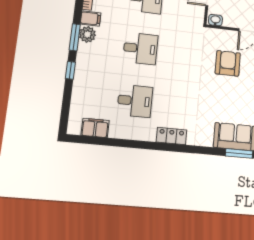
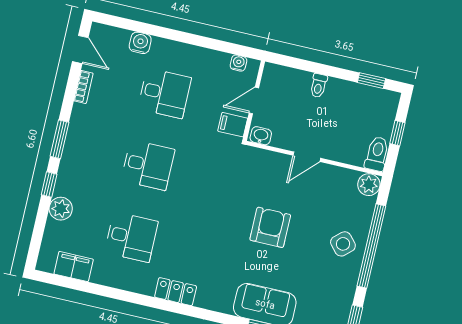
filing cabinet: (91, 18) -> (233, 125), moved, turned 180
plant: (87, 34) -> (61, 209), moved
armchair: (228, 63) -> (270, 227), moved

